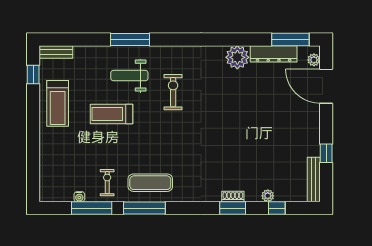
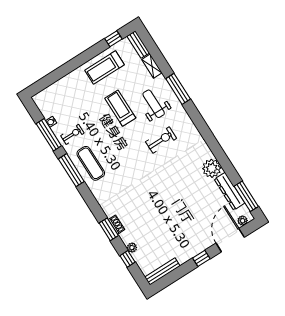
shelving: (88, 52) -> (152, 66), added
window: (326, 153) -> (201, 258), moved

